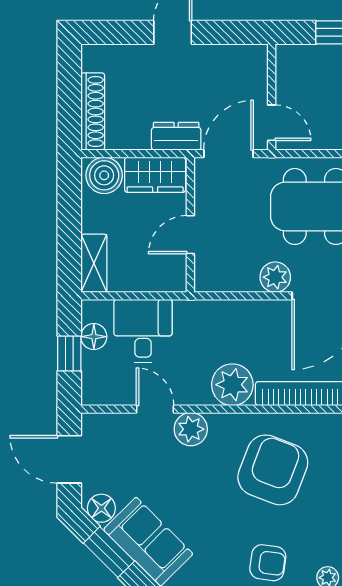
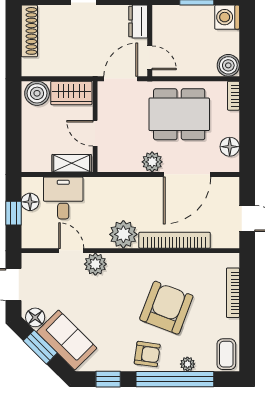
shoe rack: (93, 112) -> (29, 31), moved
dresser: (176, 136) -> (138, 22), moved, turned -90
door: (190, 235) -> (95, 133), hinge flipped
shelving: (94, 263) -> (72, 163), moved, turned 90
armchair: (273, 470) -> (166, 308), moved

